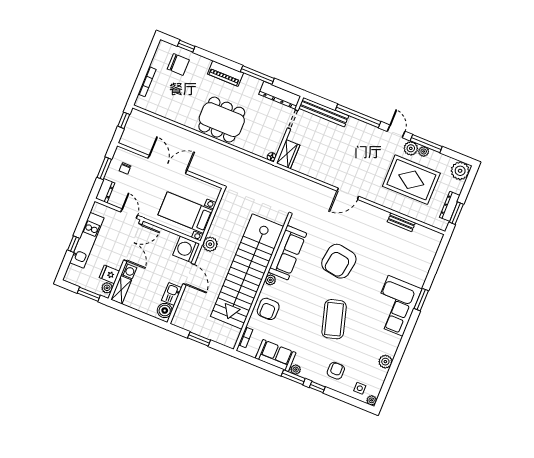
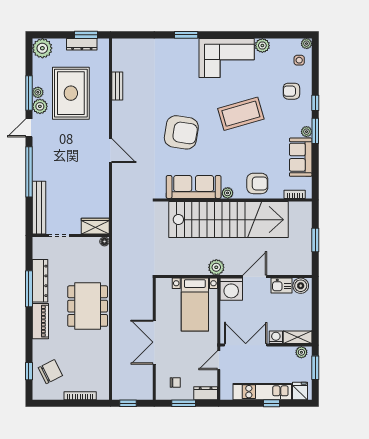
chair: (178, 64) -> (50, 372), turned 63
dresser: (280, 95) -> (40, 281), moved
fridge: (109, 274) -> (300, 391), moved, turned 180
corner sofa: (396, 306) -> (227, 58), moved

